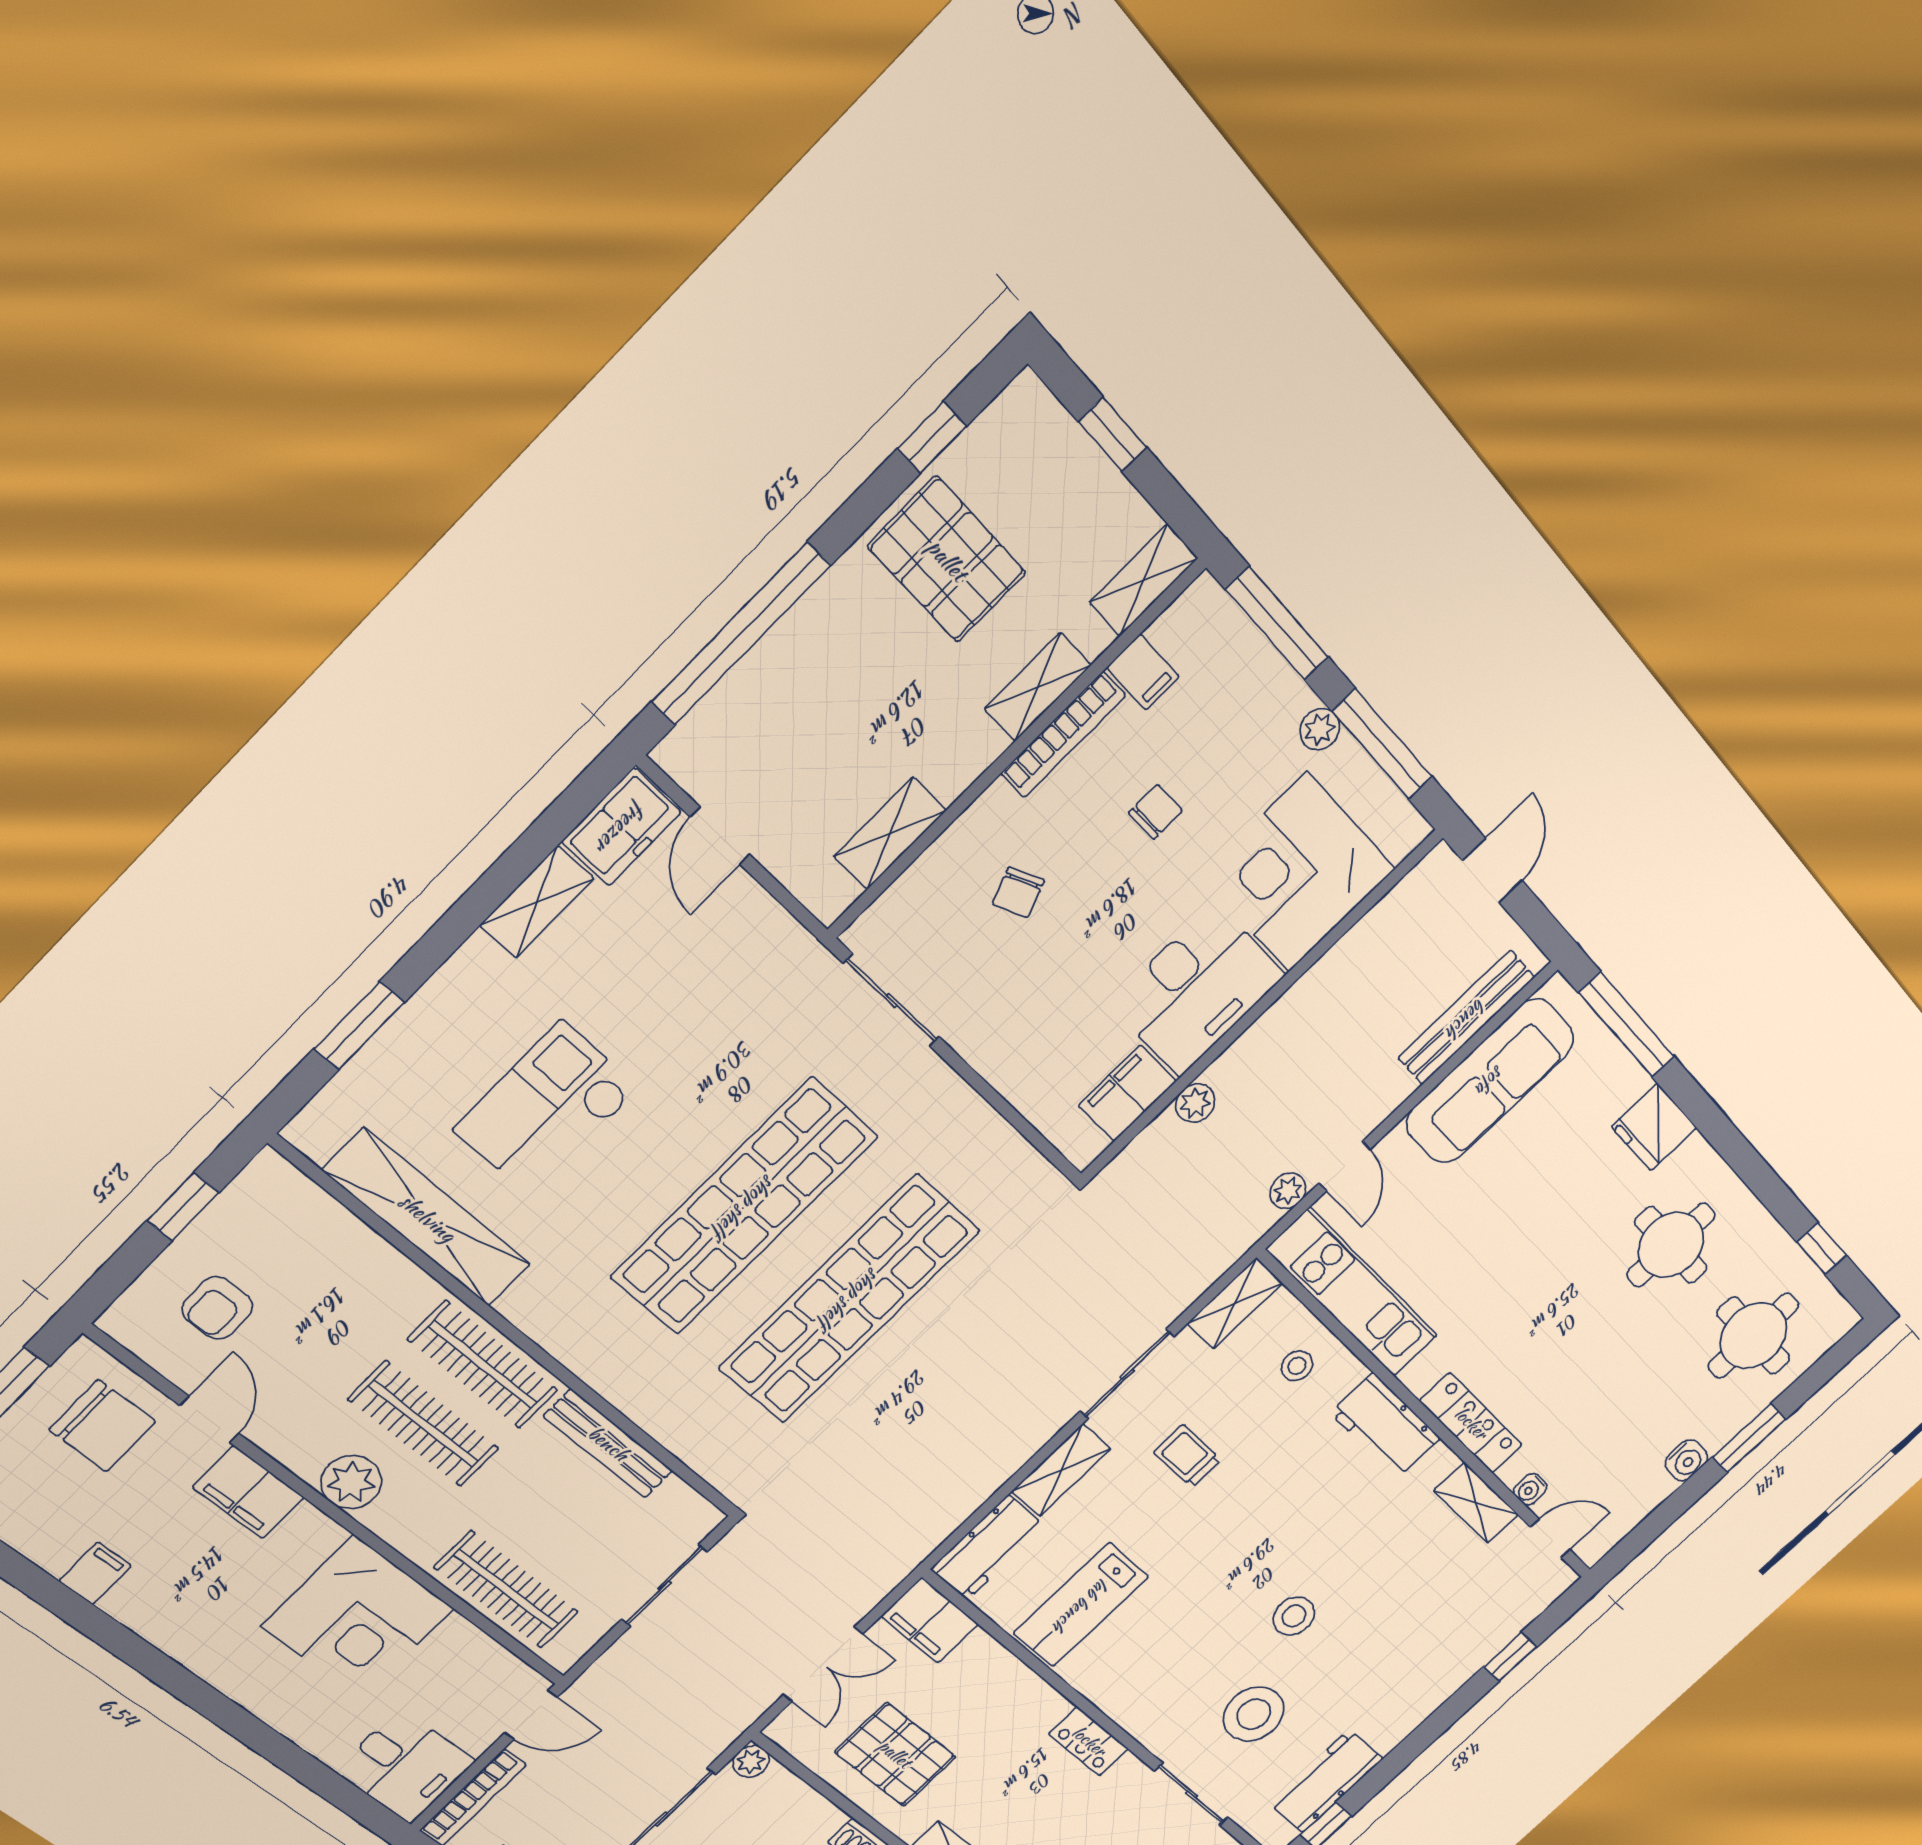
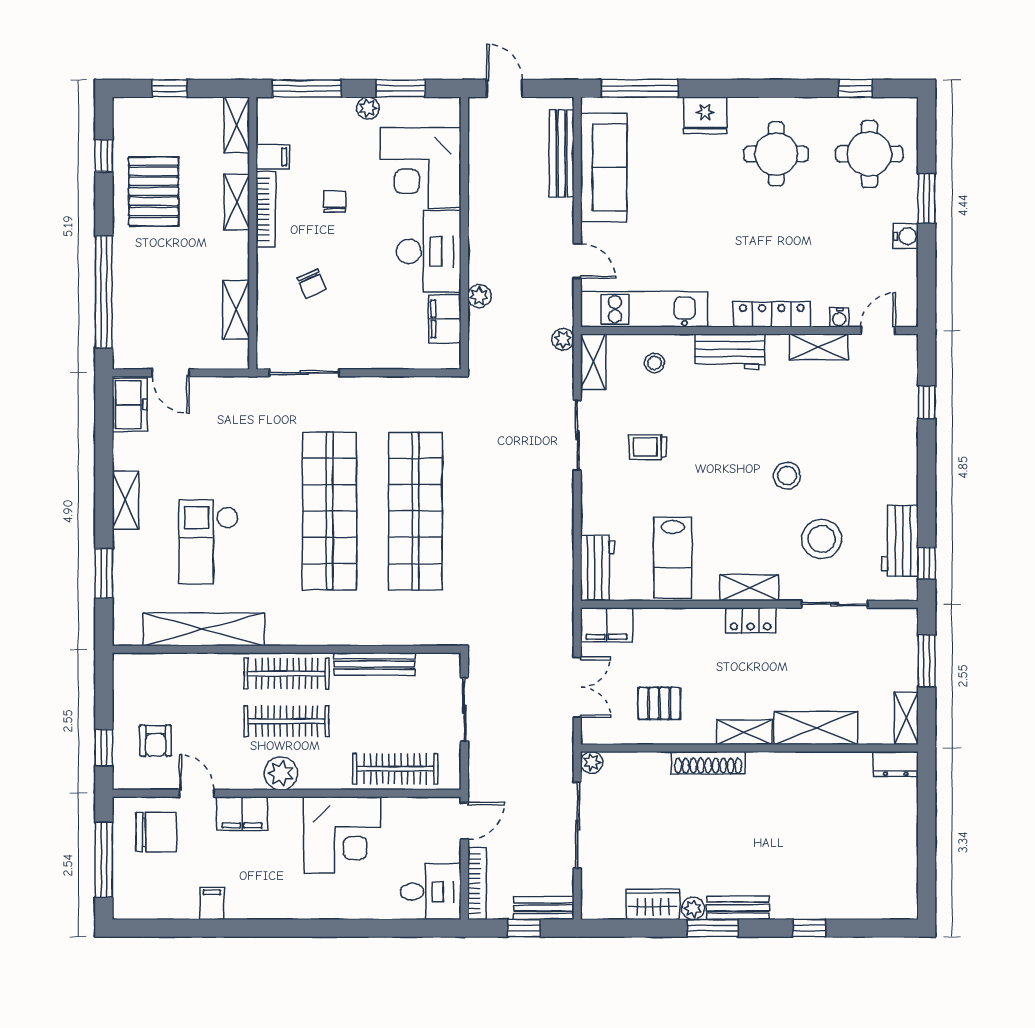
pallet: (947, 560) -> (154, 191), turned 90
window: (1382, 744) -> (401, 88), width x0.69
shelving: (537, 902) -> (125, 500), moved
plant: (1288, 1191) -> (563, 339), moved
window: (183, 1207) -> (104, 748), moved
shelving: (1061, 1470) -> (749, 588), moved, turned 90
pallet: (895, 1754) -> (659, 703), width x0.67, depth x0.71

